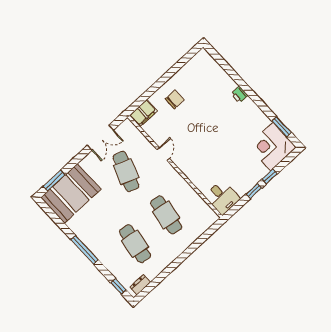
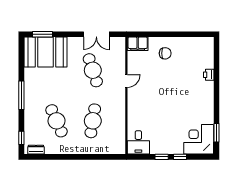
printer: (239, 95) -> (209, 75), moved
cafe table: (126, 171) -> (93, 70), turned -39
cafe table: (135, 244) -> (57, 121), turned -33

